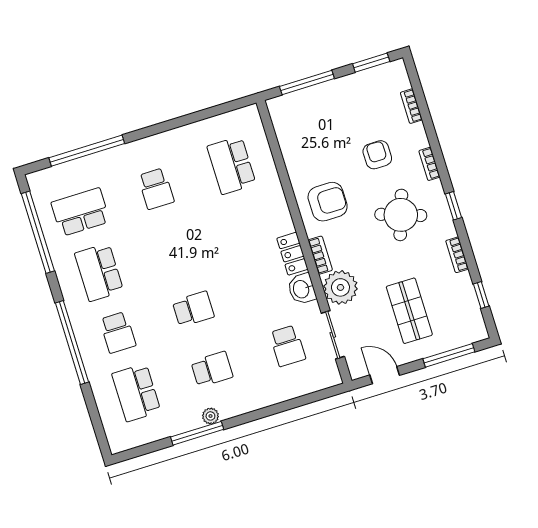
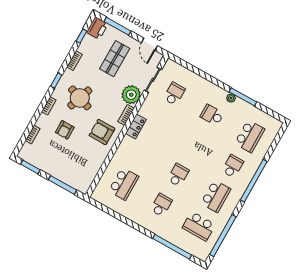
washbasin: (302, 289) -> (146, 110), removed
school desk: (193, 309) -> (178, 175), moved, turned 90
printer: (472, 326) -> (97, 28), added

